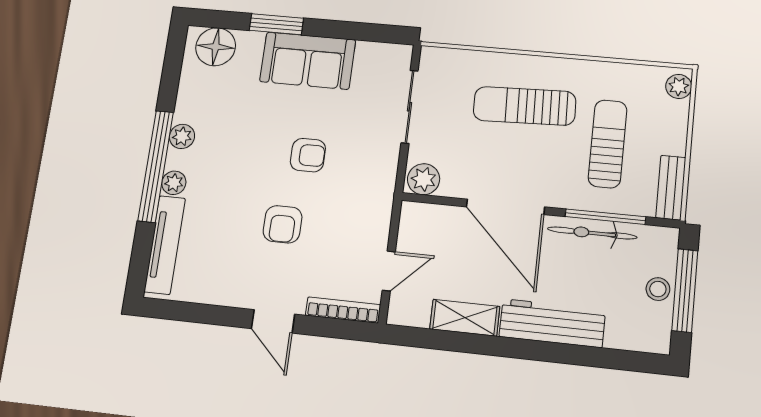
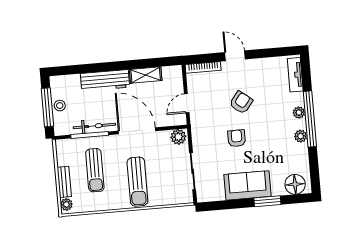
sun lounger: (525, 106) -> (137, 182), turned 92
armchair: (308, 155) -> (237, 138), turned 90
bench: (671, 188) -> (64, 182), moved
armchair: (283, 224) -> (241, 102), turned 38
tv unit: (165, 245) -> (295, 75), width x0.71
door: (389, 271) -> (187, 103), moved

